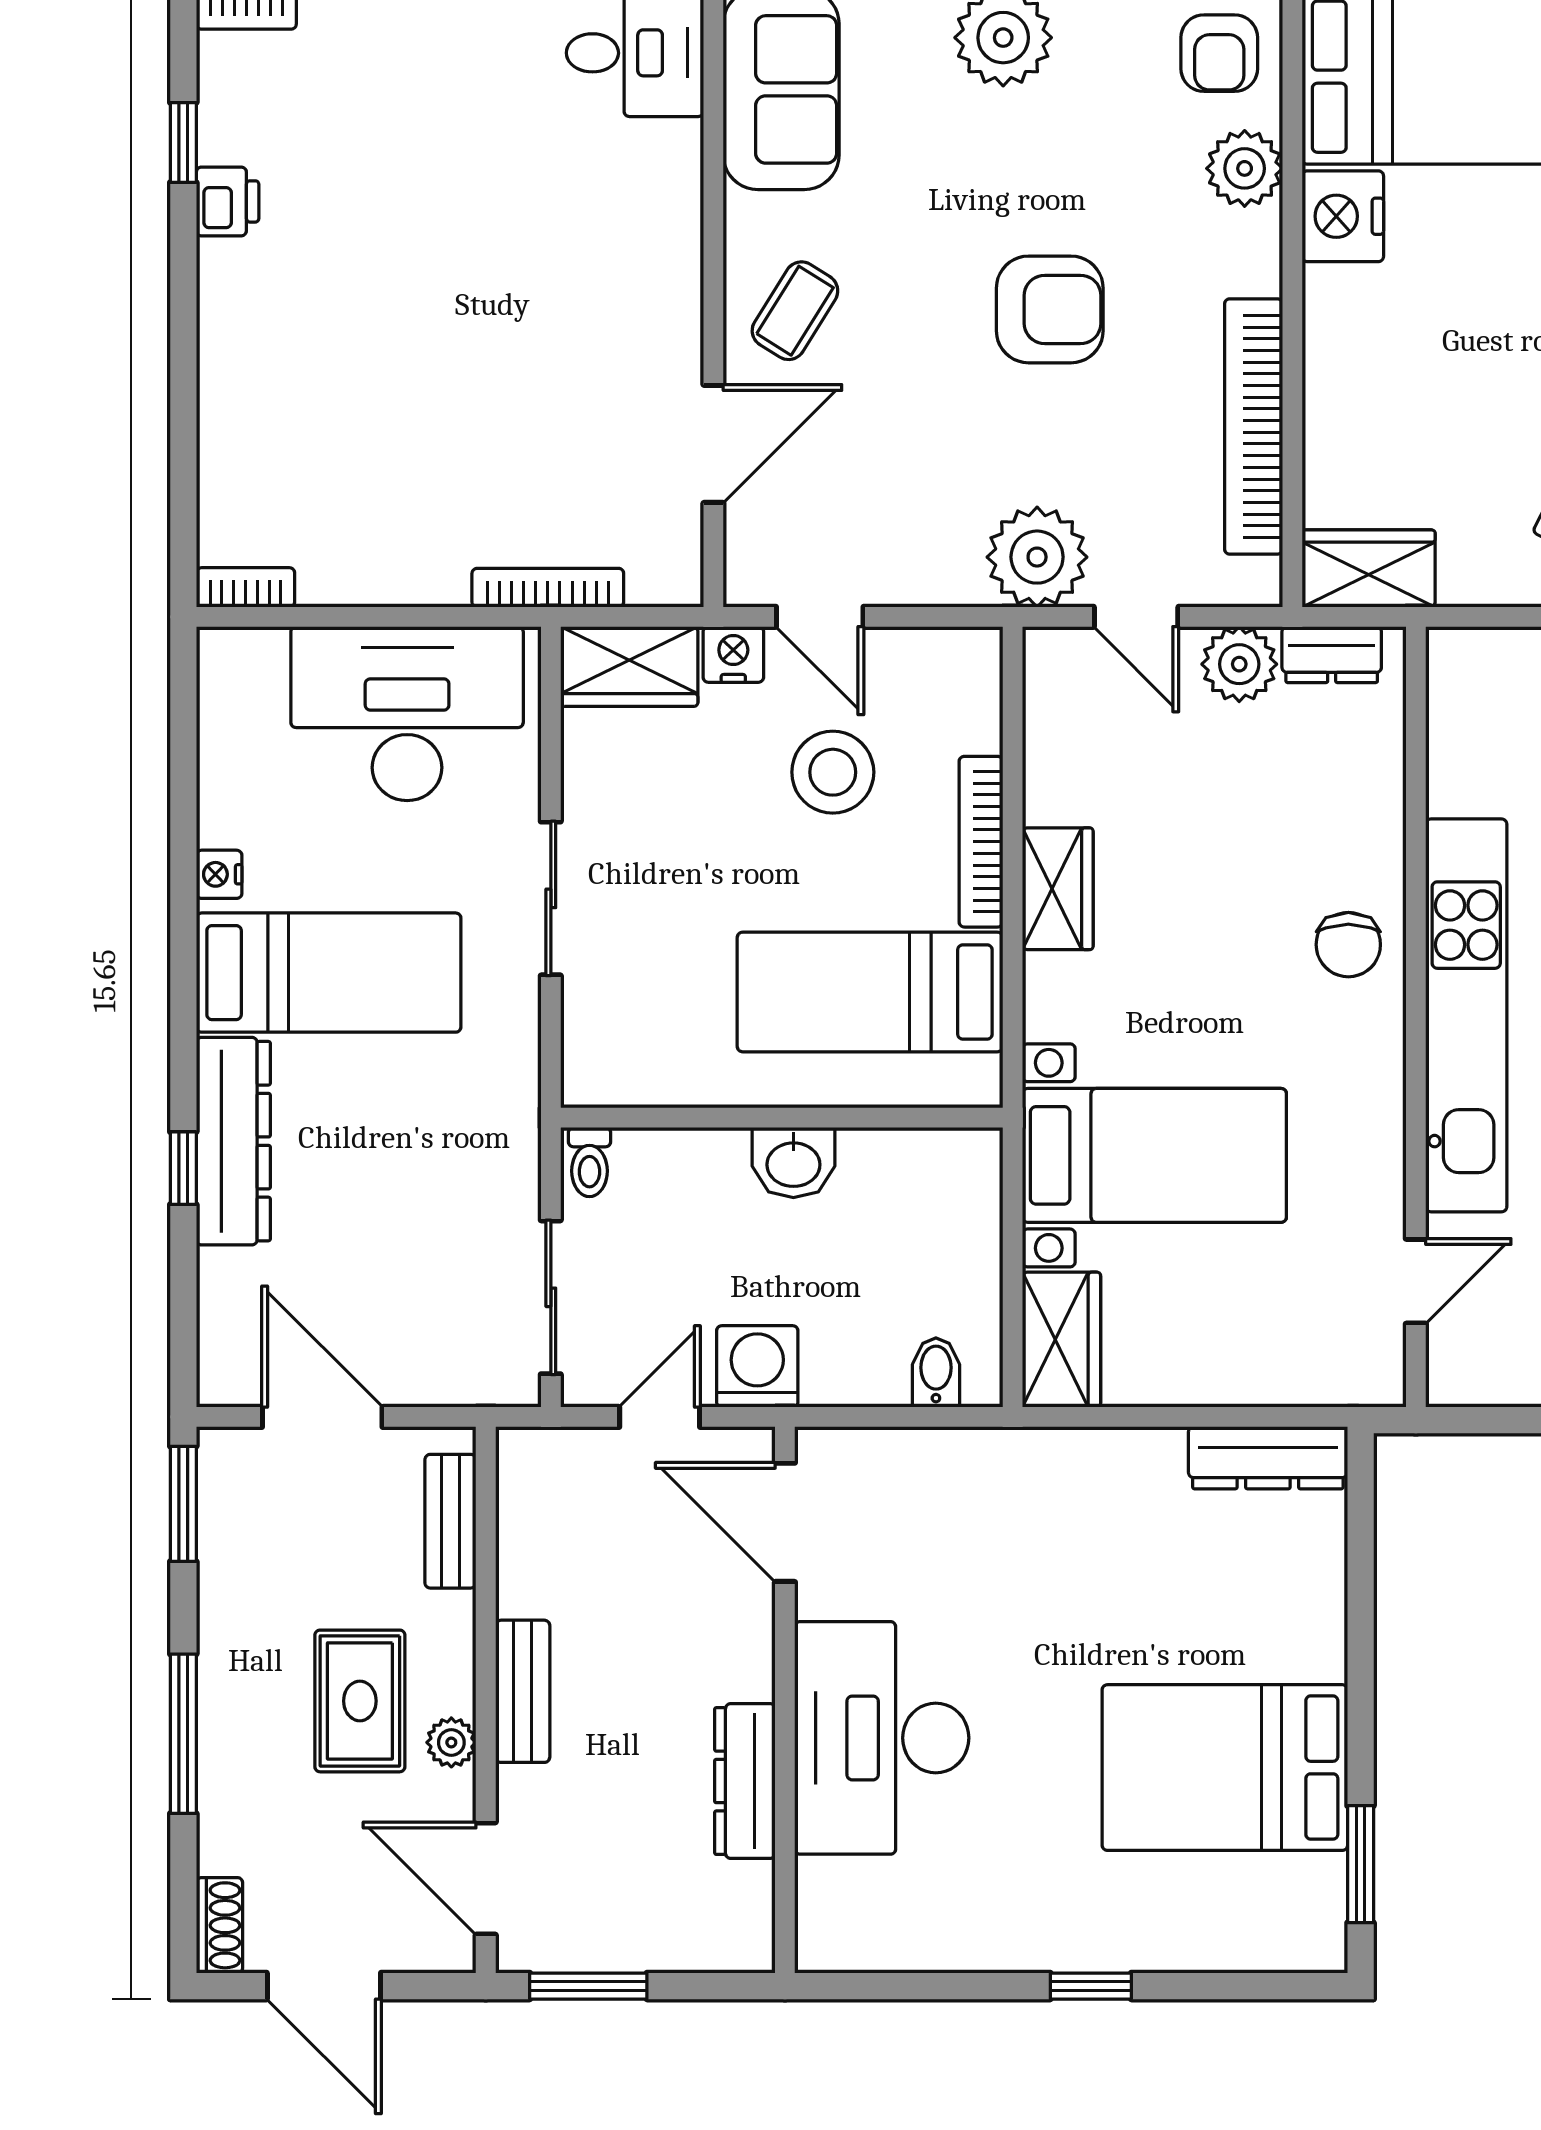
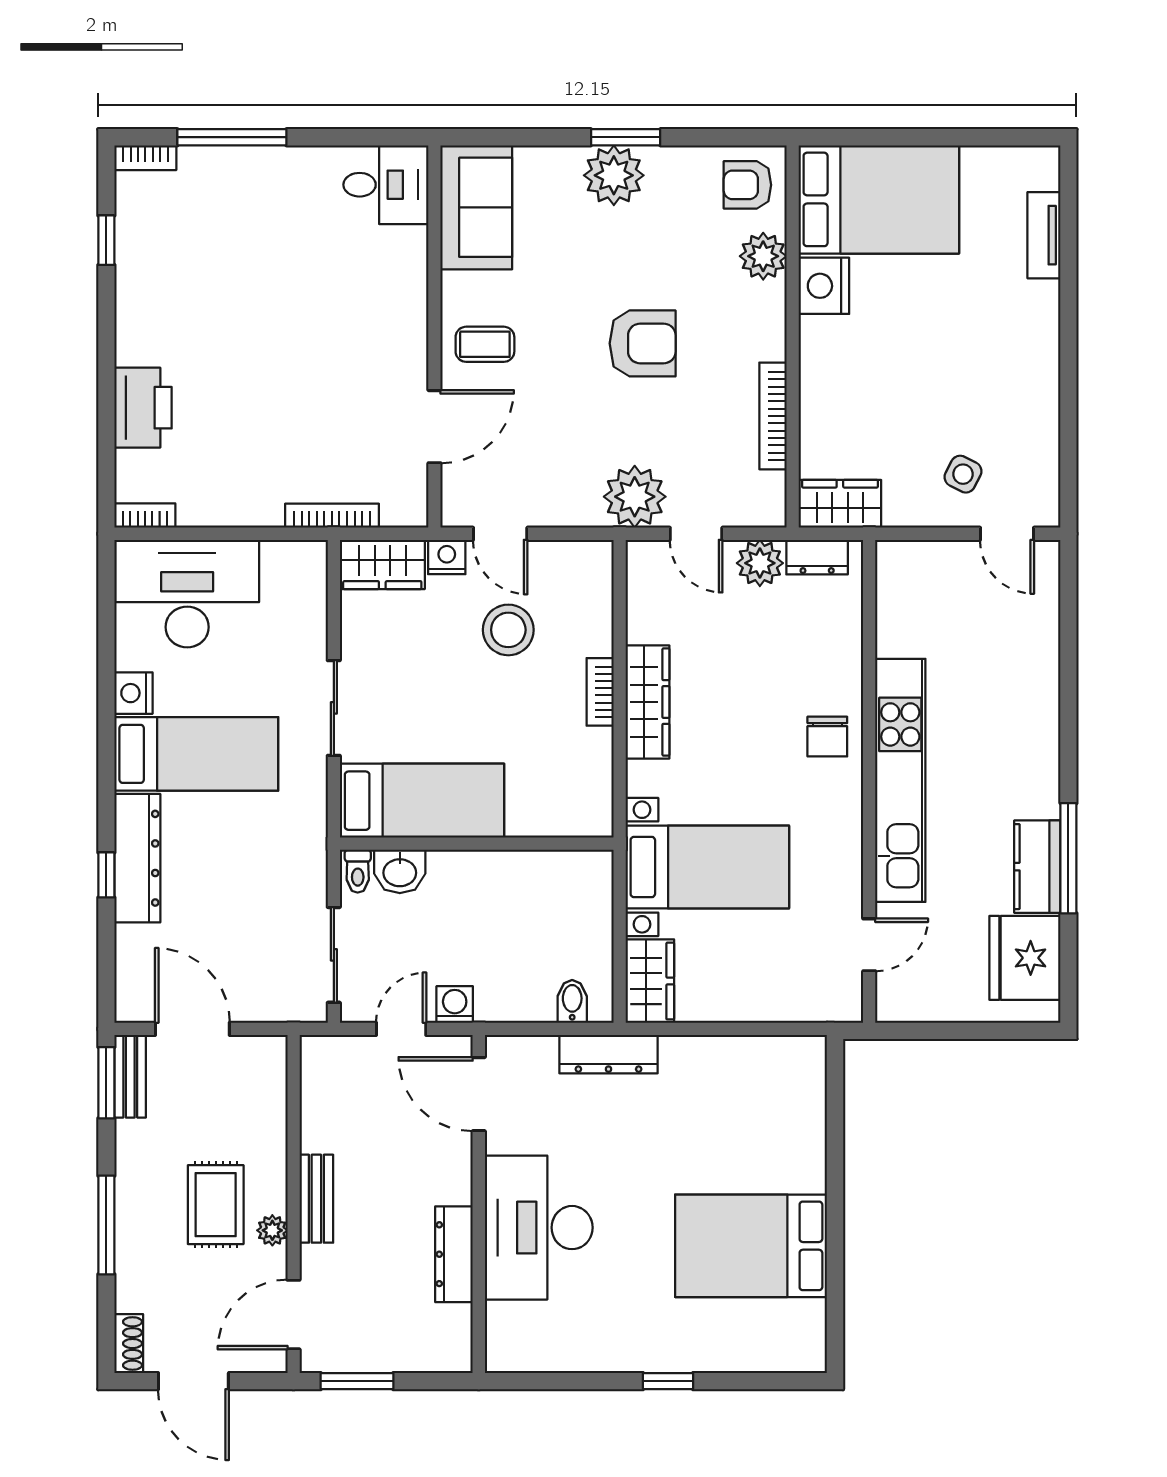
armchair: (1219, 53) -> (747, 185), turned 90
printer: (228, 201) -> (143, 408), moved, width x1.87, depth x1.48
coffee table: (795, 311) -> (485, 344), turned 58
bookcase: (1254, 426) -> (773, 416), width x0.68, depth x0.76
desk: (407, 714) -> (187, 594), moved
bookcase: (981, 842) -> (600, 692), width x0.64
nightstand: (219, 874) -> (133, 693), width x1.39, depth x1.35
wardrobe: (1058, 889) -> (648, 702), width x1.50
bed: (870, 992) -> (422, 801), moved, turned 180
washbasin: (793, 1163) -> (400, 871), moved
washing machine: (757, 1366) -> (455, 1005), width x0.73, depth x0.73
dresser: (1268, 1458) -> (609, 1054), moved
bench: (450, 1521) -> (130, 1076), moved
window: (1361, 1864) -> (835, 1306), removed
door: (486, 1879) -> (294, 1315), hinge flipped

